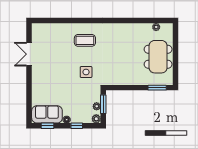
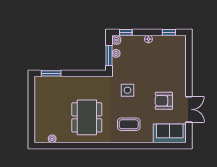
dining table: (158, 57) -> (87, 117), moved
armchair: (52, 62) -> (164, 101), added
sofa: (47, 114) -> (170, 133), moved, turned 180
window: (77, 126) -> (126, 32), moved

